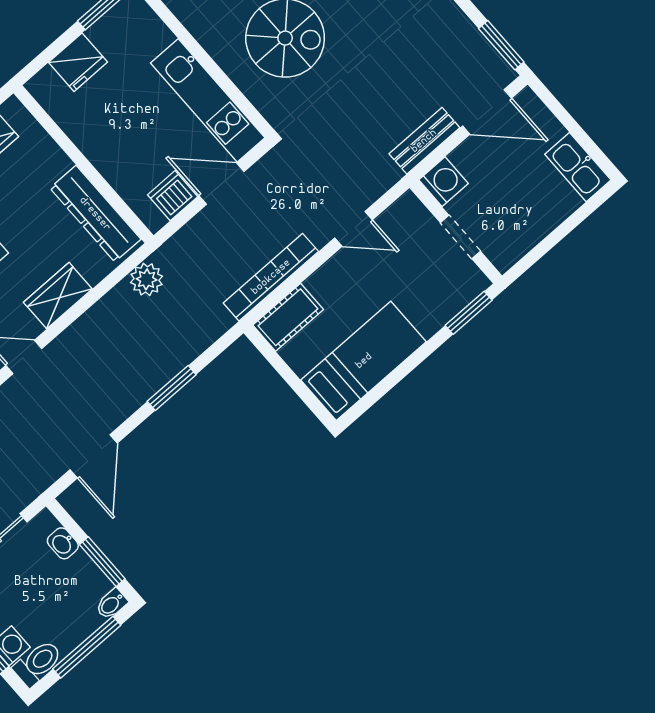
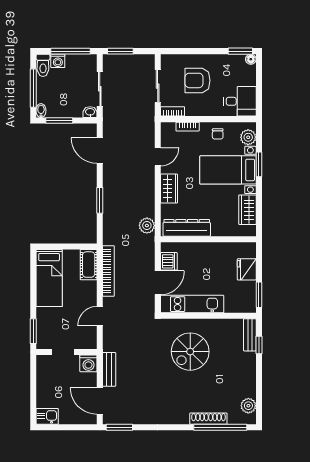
door: (487, 112) -> (100, 401), hinge flipped
kitchen sink: (578, 167) -> (47, 416), width x0.73
washbasin: (63, 543) -> (90, 112), moved

